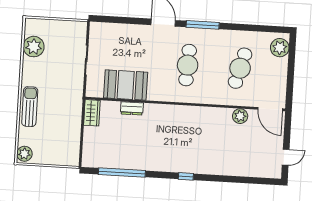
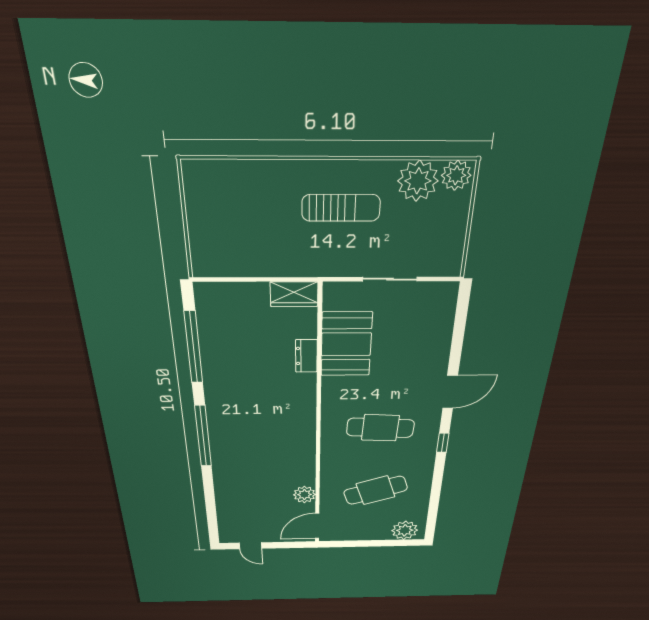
window: (203, 25) -> (443, 443), width x0.46
cafe table: (240, 68) -> (376, 490), turned -33
sun lounger: (30, 107) -> (341, 208), moved
plant: (24, 154) -> (456, 175), moved
window: (186, 176) -> (203, 436), width x3.17

